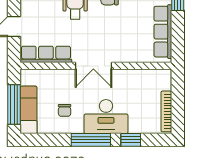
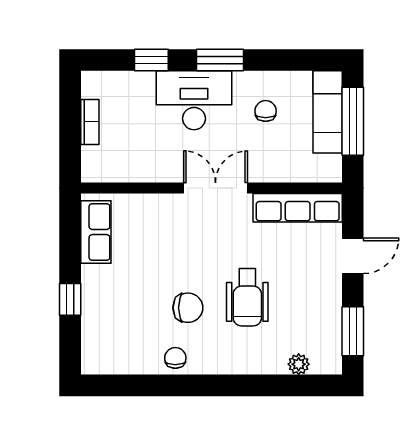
row of seats: (163, 32) -> (96, 232), width x0.68
bookcase: (166, 111) -> (90, 122), width x0.64
window: (91, 140) -> (220, 60), width x0.69

